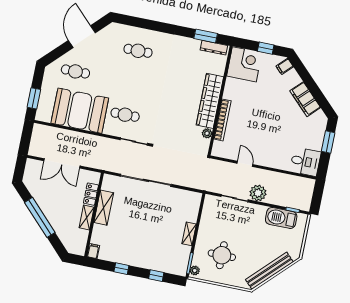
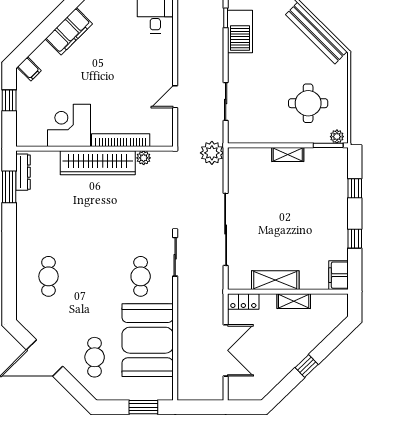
corner desk: (244, 64) -> (69, 125), moved
plant: (258, 193) -> (212, 153), moved
locker: (91, 194) -> (243, 302), moved
window: (40, 217) -> (307, 366), width x0.32
filing cabinet: (93, 251) -> (338, 275), width x2.00

